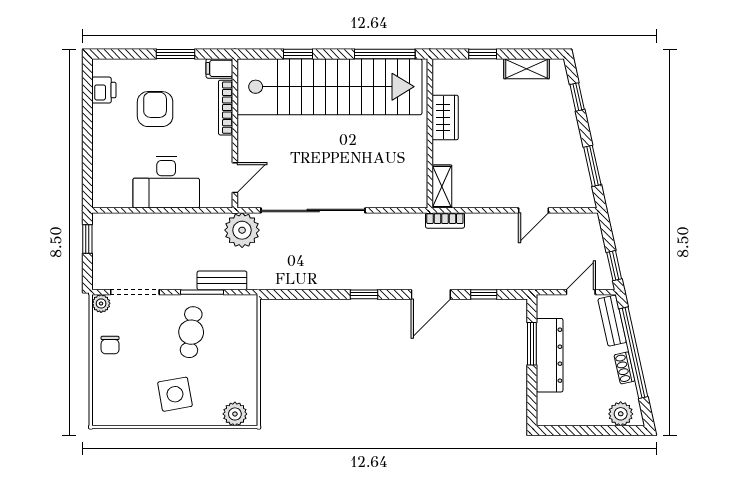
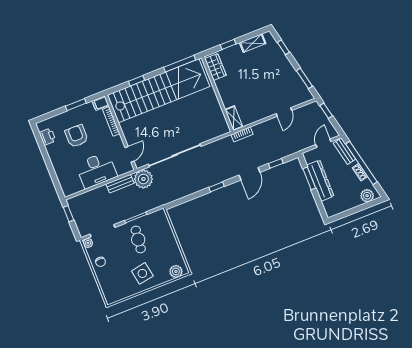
wardrobe: (445, 118) -> (215, 67), moved
window: (614, 266) -> (326, 111), moved
bench: (222, 280) -> (120, 184), moved

